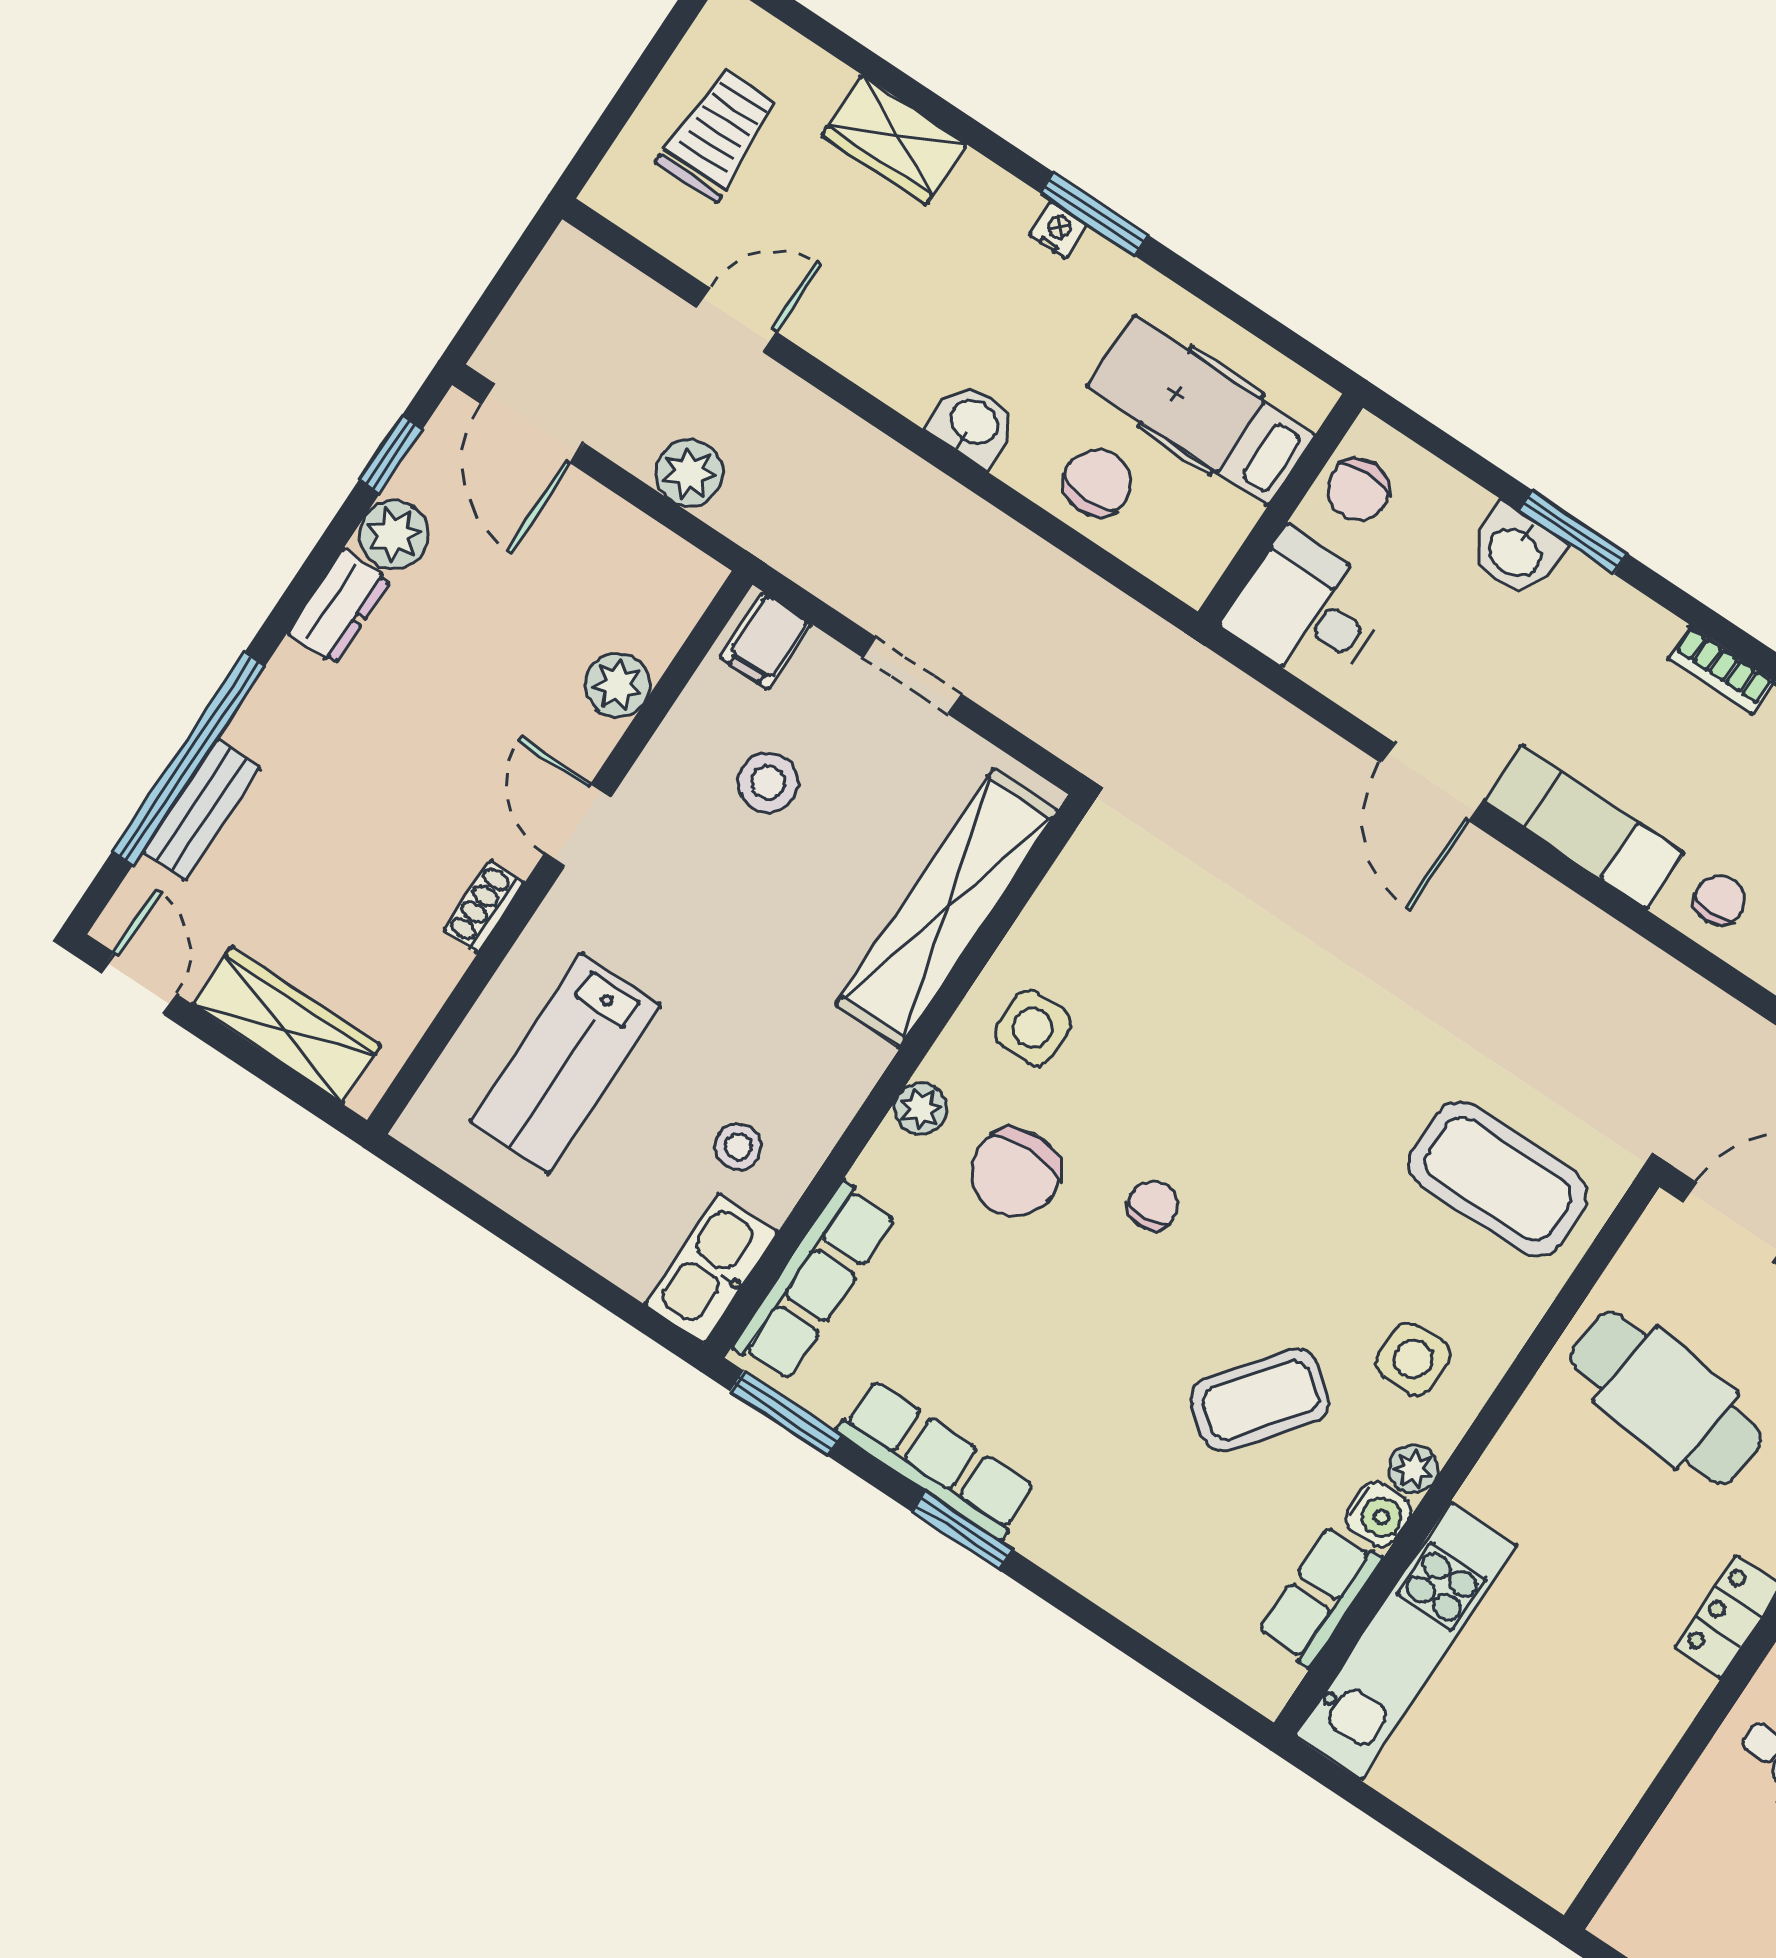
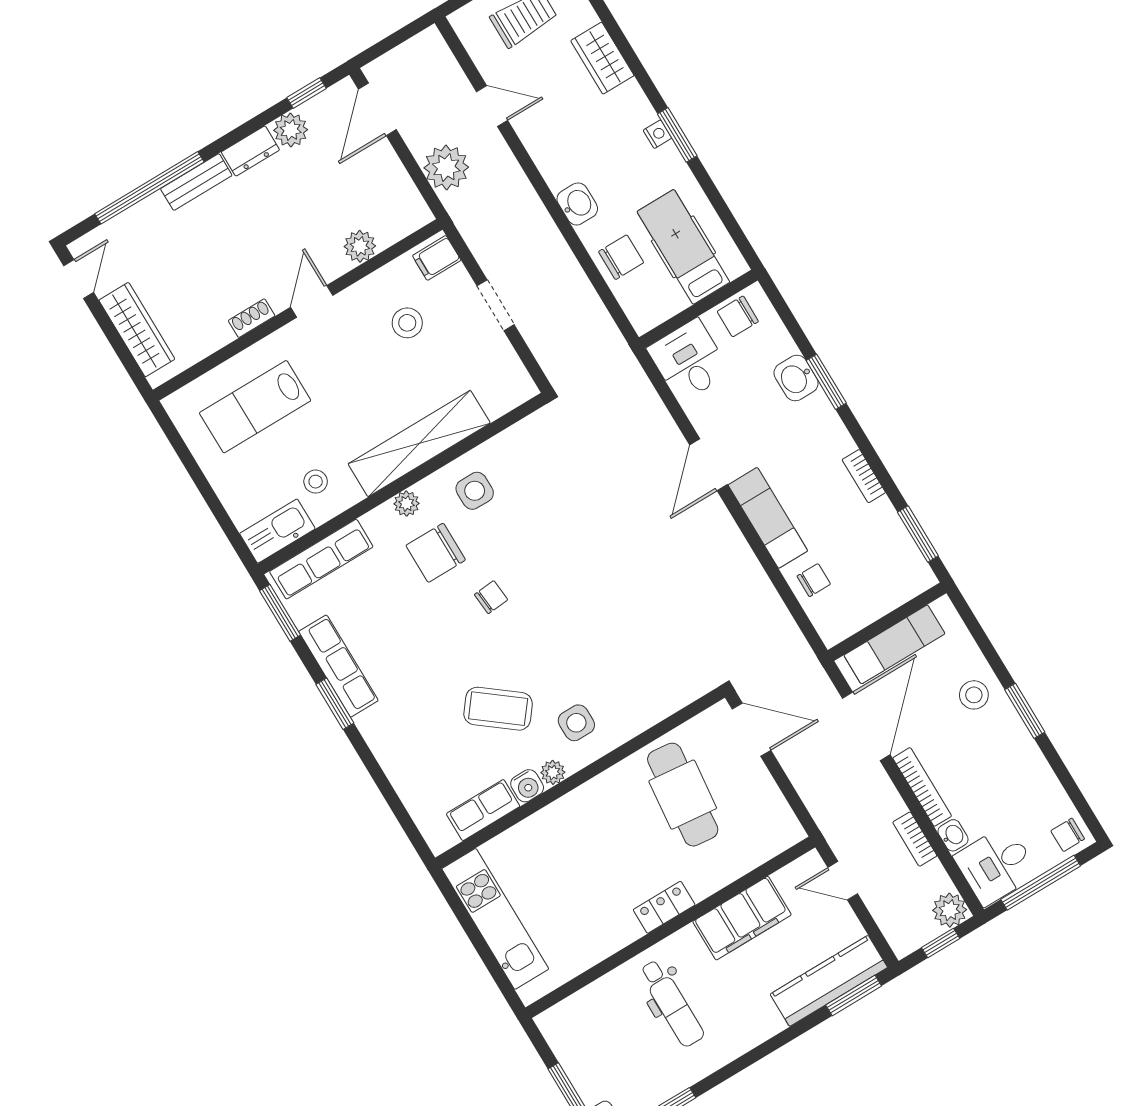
plant: (689, 473) -> (446, 167), width x1.36, depth x1.36
bench: (201, 809) -> (196, 182), moved
shelving: (947, 908) -> (419, 443), moved
coffee table: (1498, 1179) -> (653, 659), removed
kitchen unit: (1406, 1641) -> (495, 919), moved, turned -90

